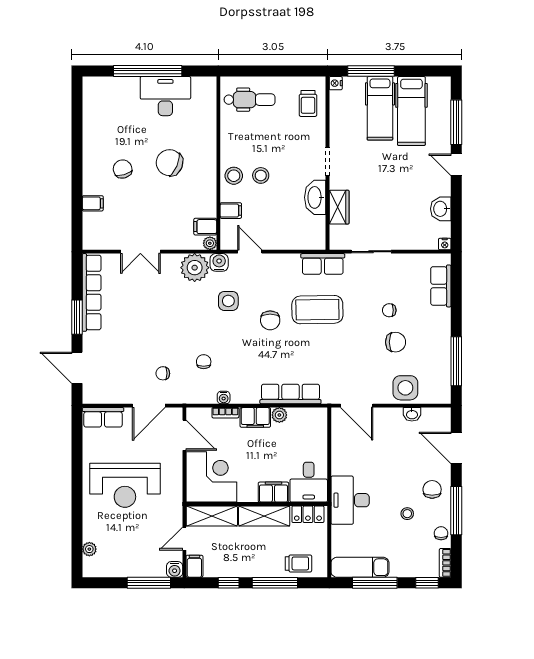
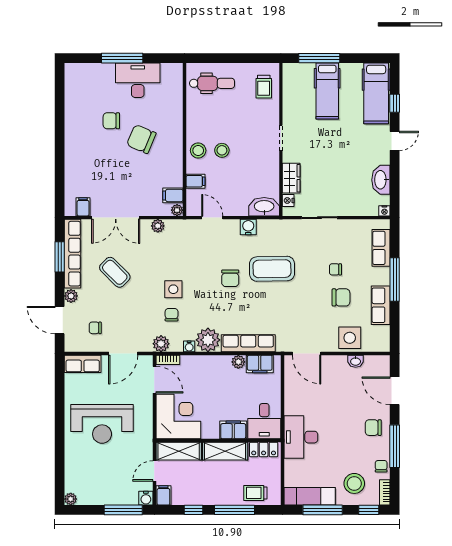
window: (148, 71) -> (122, 58), width x0.68
nightstand: (336, 83) -> (288, 201), moved
hospital bed: (411, 111) -> (376, 93), moved
window: (456, 122) -> (395, 103), width x0.46
door: (456, 165) -> (395, 141), swing flipped
chair: (123, 169) -> (111, 121), moved, turned -74
washbasin: (315, 197) -> (264, 207), moved, turned 90
filing cabinet: (93, 203) -> (83, 207), moved, turned -90
washbasin: (441, 209) -> (381, 180), width x1.38
double door: (140, 252) -> (116, 218), width x1.37
water cooler: (219, 262) -> (248, 227), moved
row of seats: (323, 264) -> (381, 305), moved, turned 90
plant: (195, 268) -> (158, 226), width x0.53, depth x0.53
side table: (228, 301) -> (173, 289), moved
coffee table: (139, 314) -> (115, 272), added
window: (77, 317) -> (60, 257), moved
plant: (90, 340) -> (71, 296), added
window: (456, 361) -> (395, 280), moved
chair: (163, 373) -> (95, 328), moved
plant: (245, 390) -> (208, 340), added
plant: (192, 394) -> (161, 344), added
bookcase: (225, 413) -> (168, 360), moved
filing cabinet: (255, 417) -> (260, 364), moved
chair: (432, 489) -> (373, 428), turned -90
stool: (407, 514) -> (354, 483), moved, width x1.89, depth x1.89
plant: (89, 549) -> (71, 499), moved
trolley: (298, 563) -> (255, 493), turned 180

